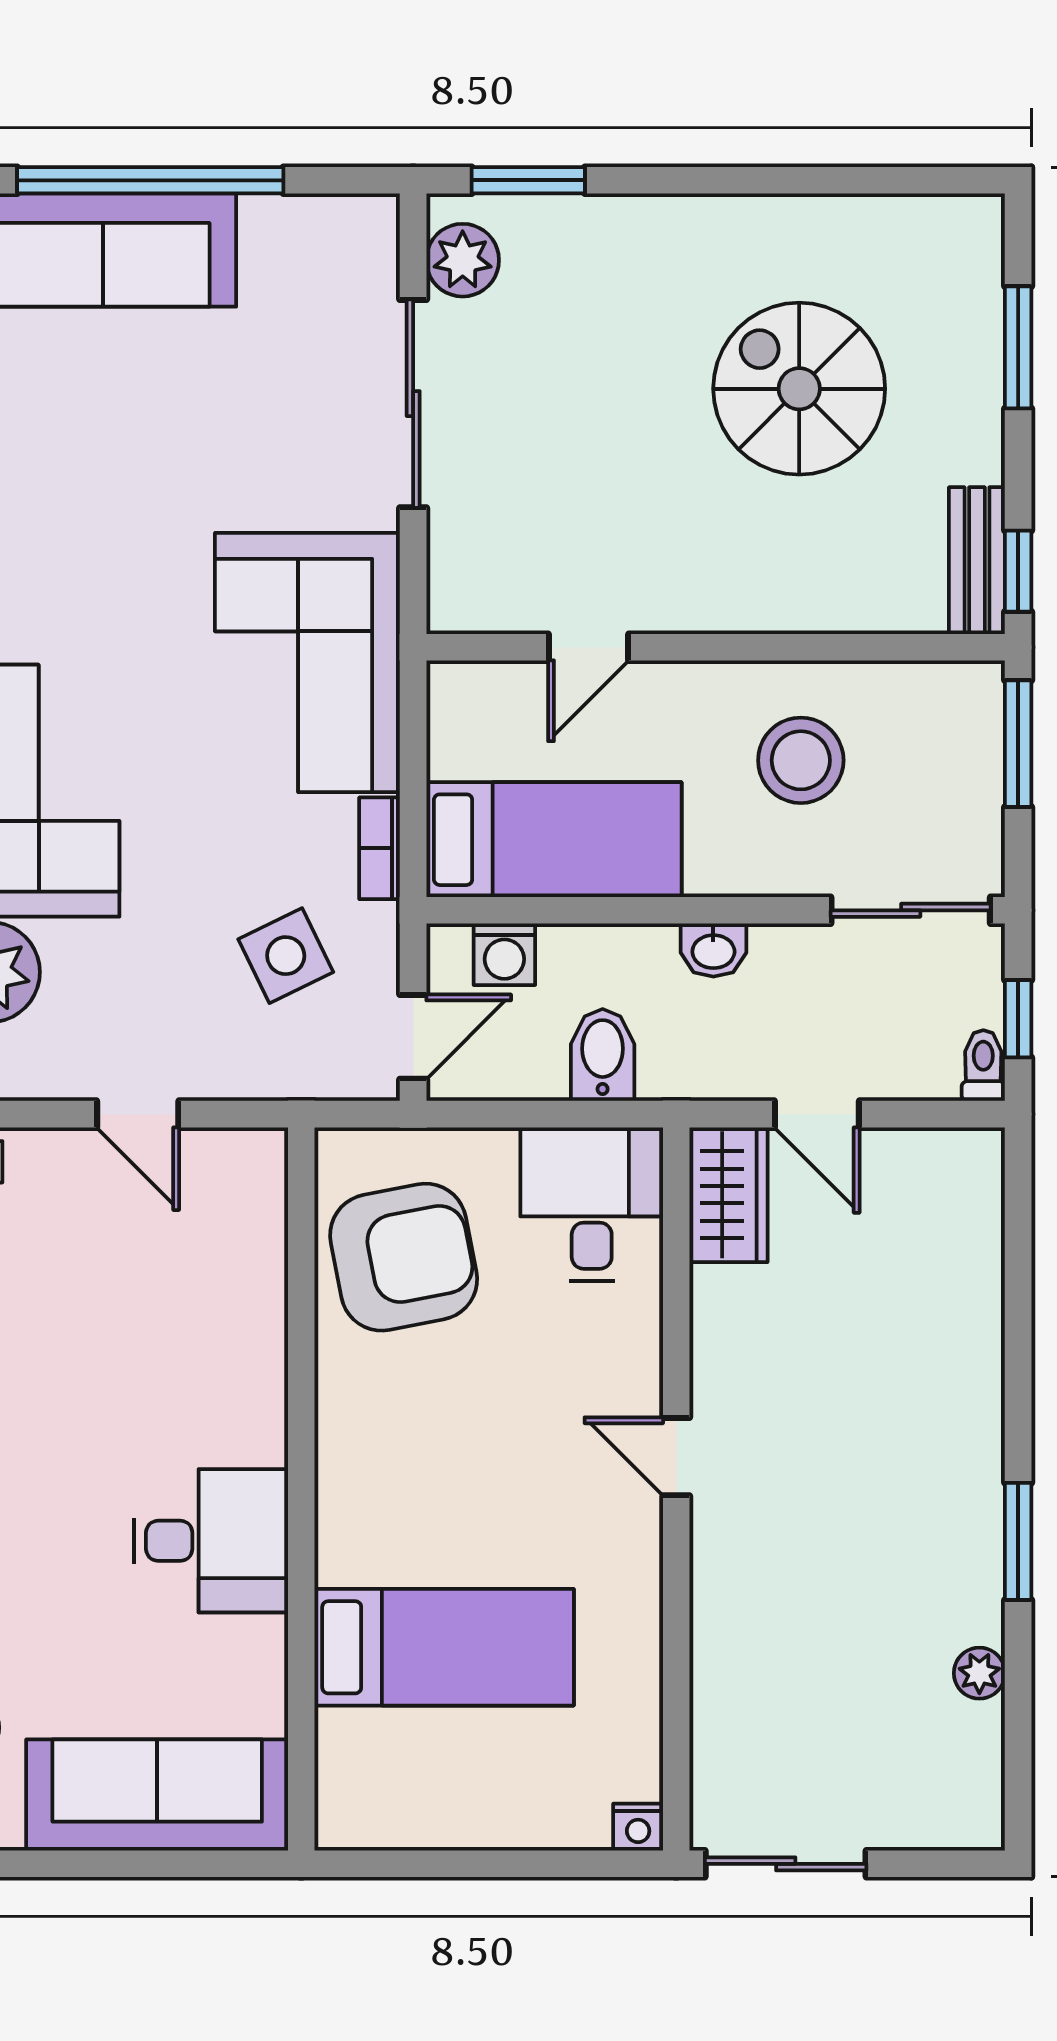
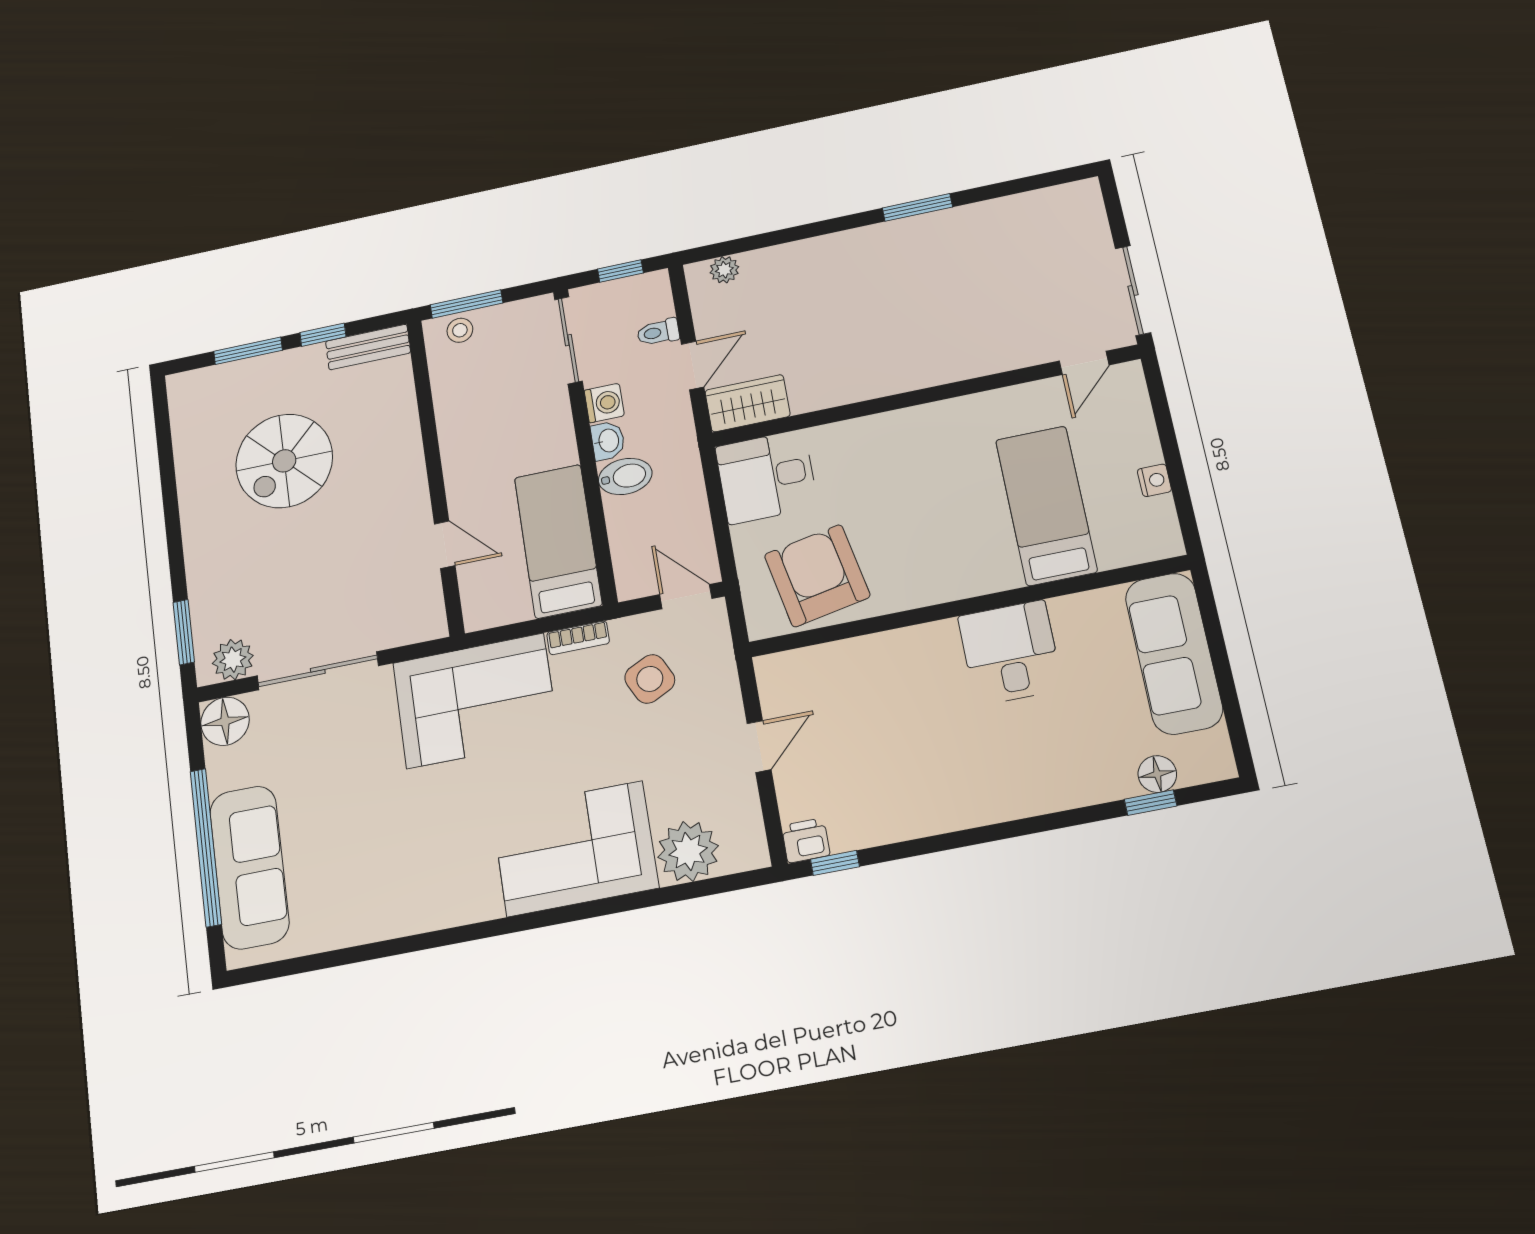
floor lamp: (358, 235) -> (225, 721), added
window: (1018, 571) -> (323, 335), moved
stool: (801, 760) -> (460, 330), moved, width x0.53, depth x0.53
washing machine: (504, 954) -> (604, 403), moved
bidet: (603, 1055) -> (625, 476), moved, turned 180
toilet: (983, 1066) -> (658, 332), moved
door: (676, 1457) -> (1084, 363), moved
plant: (979, 1673) -> (724, 270), moved
nightstand: (638, 1827) -> (1154, 480), moved

